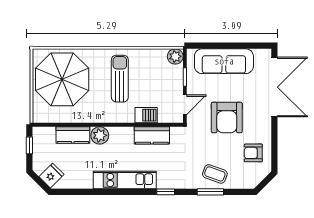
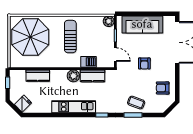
door: (185, 105) -> (115, 55), hinge flipped
armchair: (227, 118) -> (144, 63), width x0.53, depth x0.53
plant: (100, 135) -> (73, 76), moved

